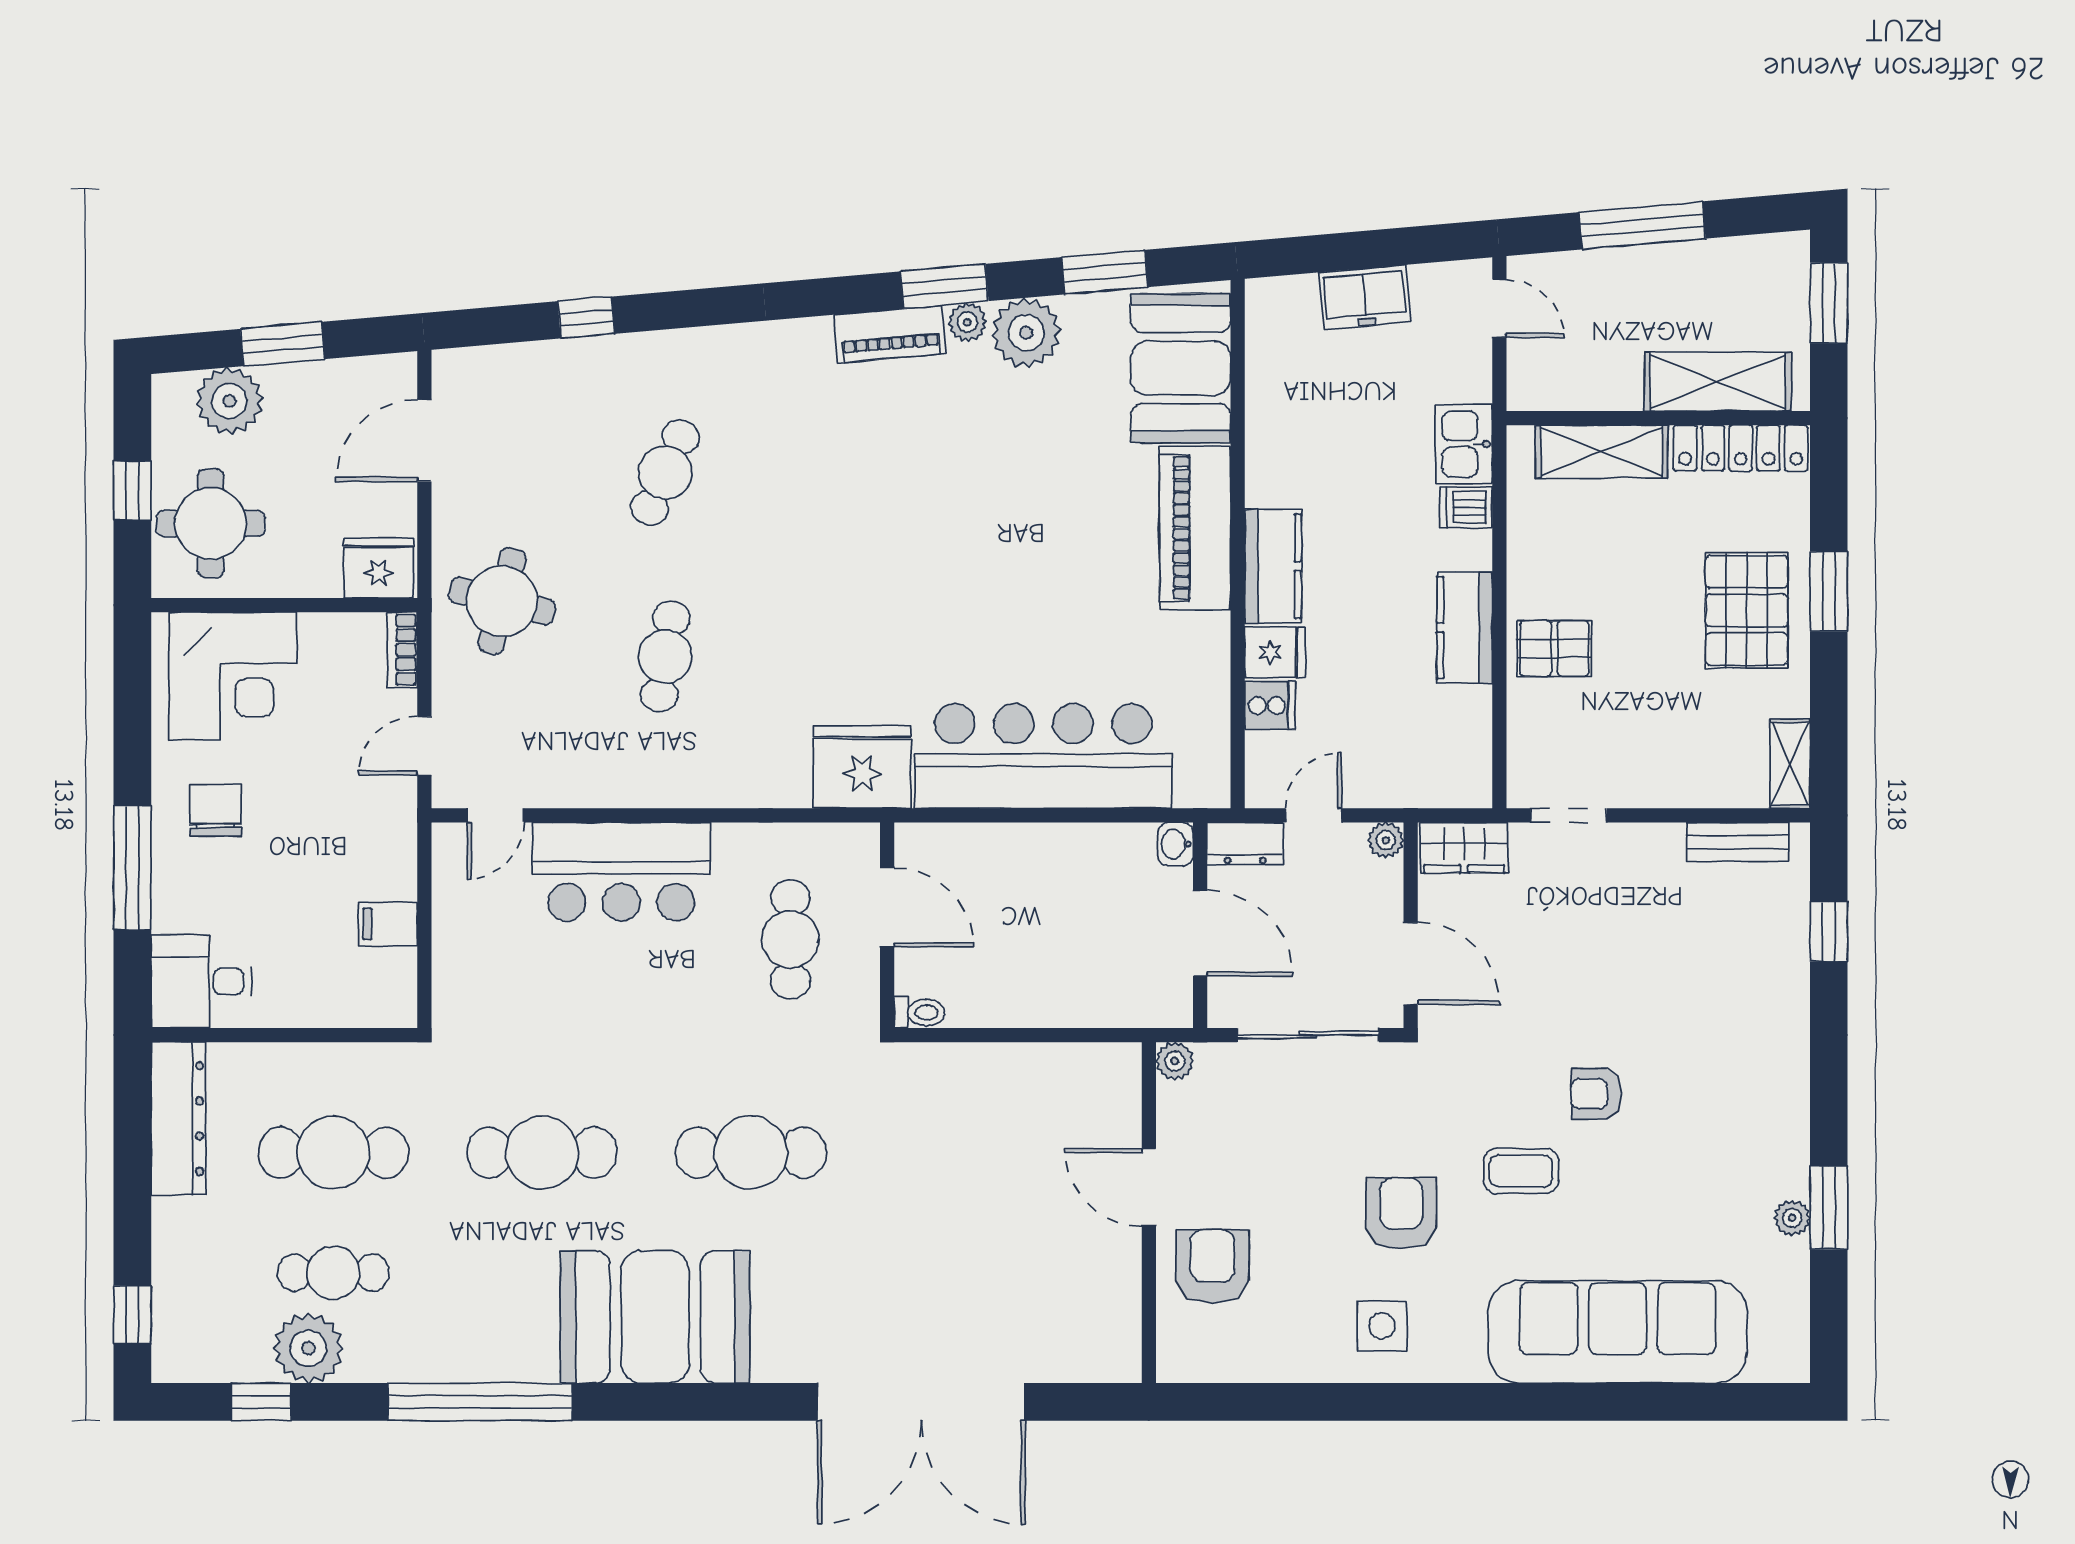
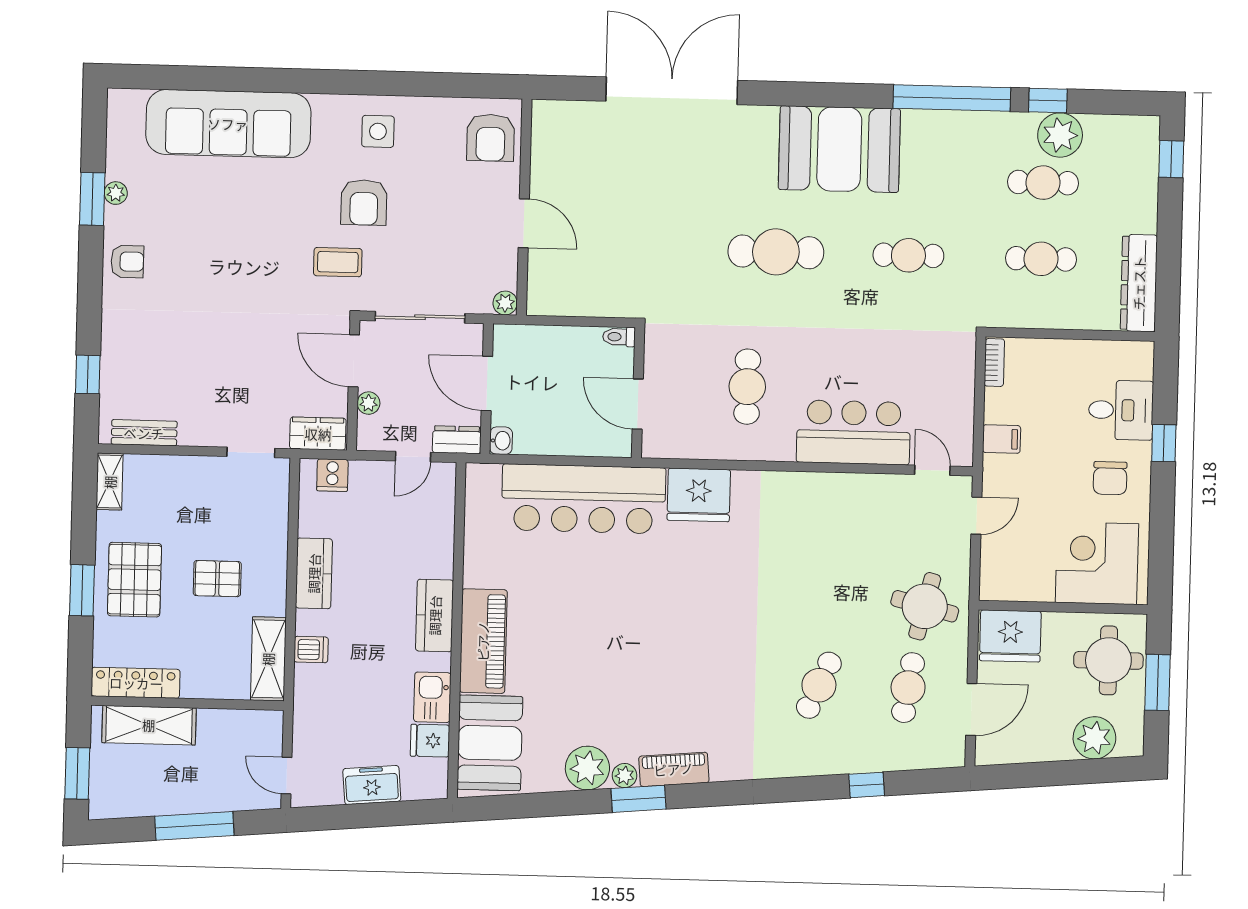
window: (1105, 272) -> (536, 805), removed
window: (282, 344) -> (1060, 773), removed
kitchen sink: (1464, 444) -> (432, 697), moved, turned 180
shelving: (1601, 452) -> (268, 659), moved, turned 90
window: (132, 491) -> (1158, 682), width x1.50
fridge: (379, 568) -> (1010, 636), width x1.36, depth x1.34
pallet: (1554, 649) -> (217, 579), moved
bookcase: (402, 650) -> (994, 362), moved
fridge: (1275, 652) -> (430, 741), moved
cafe table: (665, 657) -> (908, 688), moved
cooker: (1270, 705) -> (332, 475), moved, turned -90
door: (496, 815) -> (932, 470), hinge flipped
plant: (1386, 840) -> (368, 403), moved
window: (132, 868) -> (1164, 443), width x0.46
door: (887, 907) -> (638, 404), moved
filing cabinet: (388, 924) -> (1002, 439), moved
wall: (887, 925) -> (638, 393), moved
desk: (201, 981) -> (1121, 410), moved
toilet: (919, 1012) -> (619, 337), moved
armchair: (1596, 1094) -> (127, 262), moved
cafe table: (333, 1153) -> (1041, 259), width x0.73, depth x0.74
cafe table: (542, 1153) -> (908, 255), width x0.73, depth x0.74
coffee table: (1521, 1171) -> (338, 262), moved
armchair: (1212, 1266) -> (491, 138), moved
window: (261, 1402) -> (1048, 101), moved

